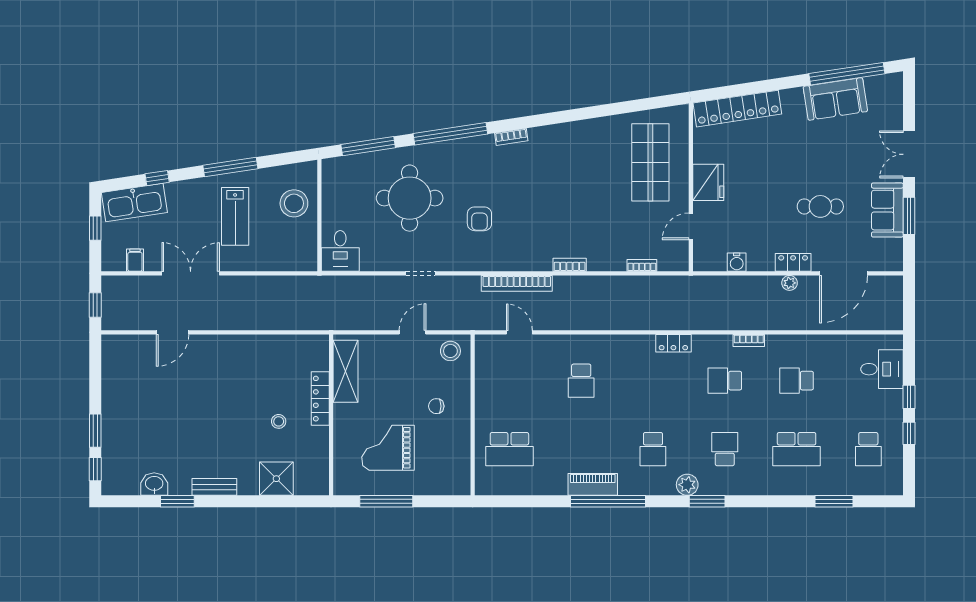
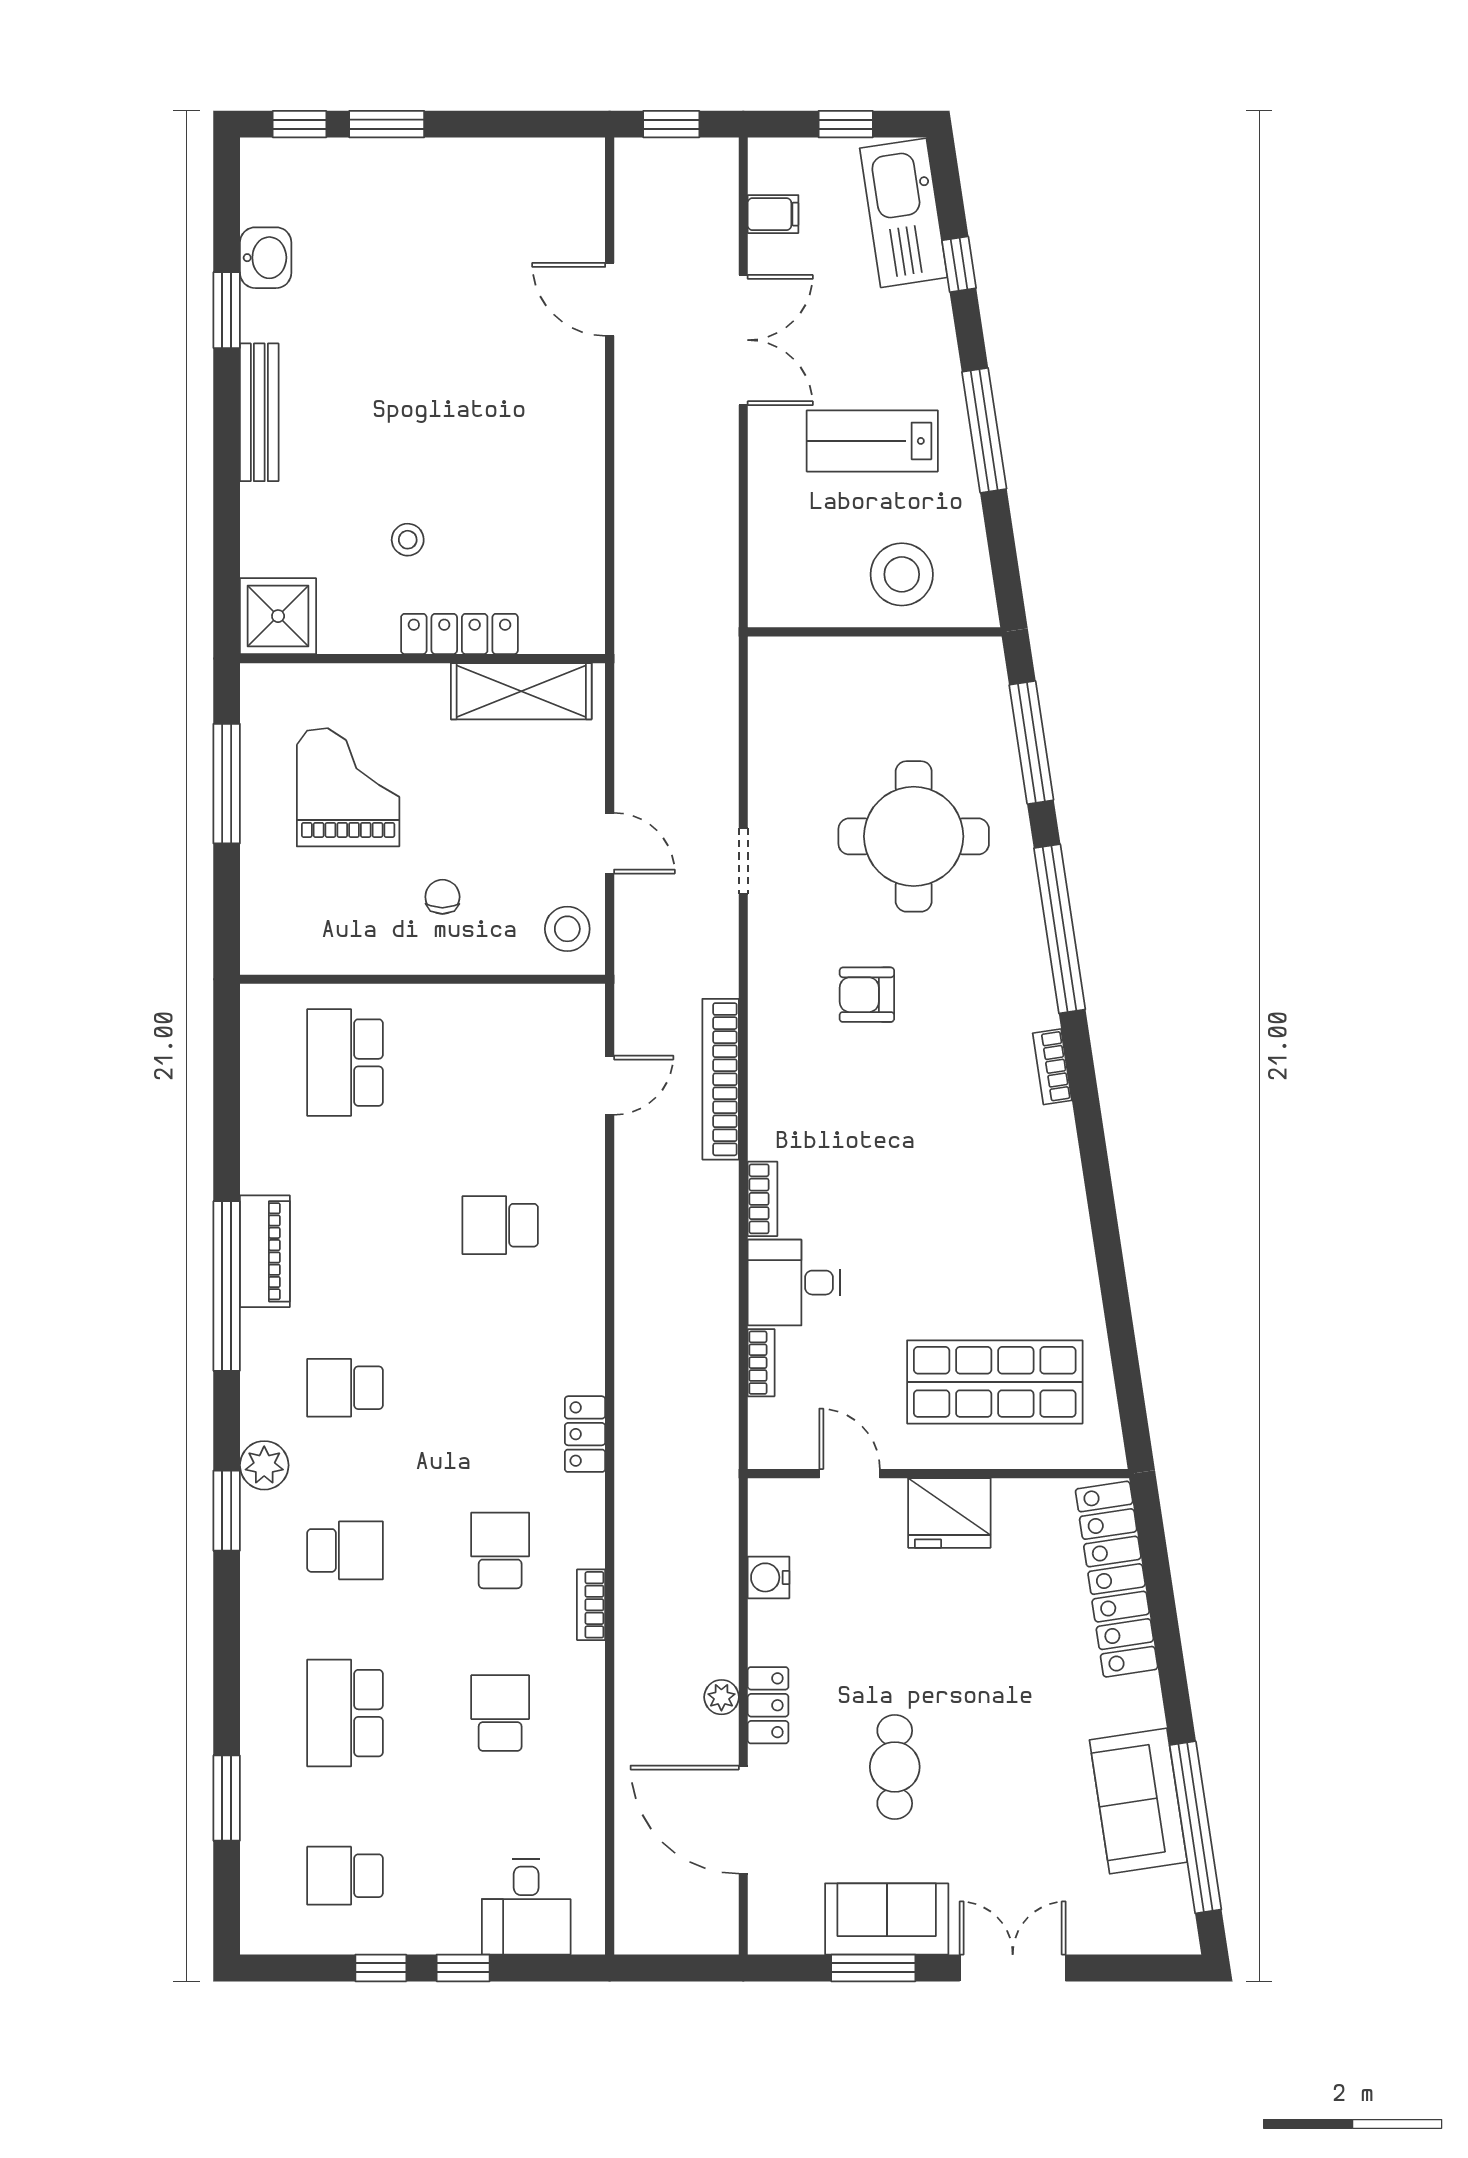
desk: (340, 251) -> (794, 1283), moved
shower: (276, 479) -> (278, 616), moved
bench: (214, 487) -> (259, 412), width x1.36

